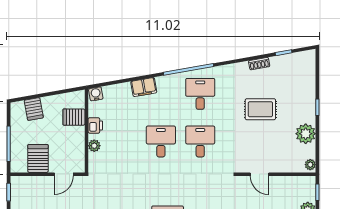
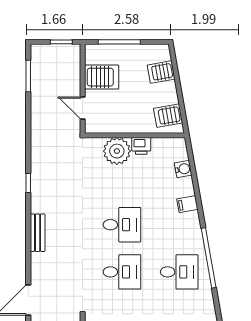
filing cabinet: (144, 87) -> (187, 204), width x0.50
water cooler: (96, 94) -> (183, 169), moved
server rack: (74, 117) -> (168, 116), moved, turned -100
plant: (94, 146) -> (117, 151), width x1.88, depth x1.88

